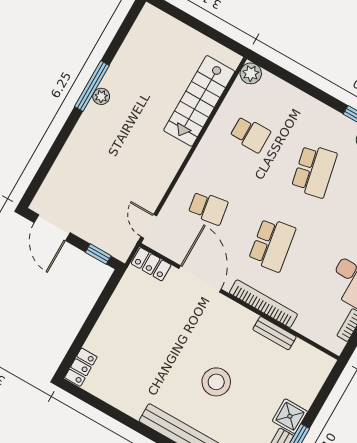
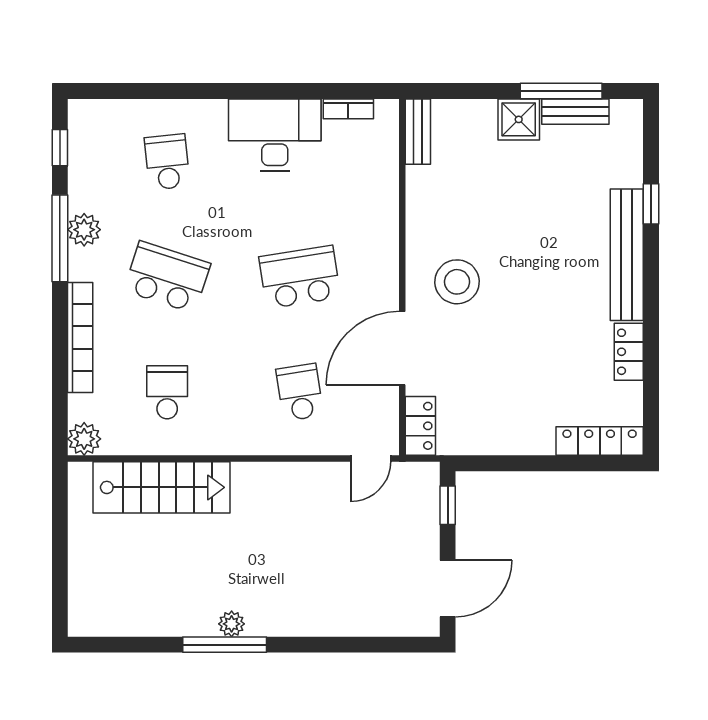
school desk: (314, 171) -> (167, 277), turned 30
bookcase: (263, 304) -> (80, 337), moved, turned 180
bench: (275, 333) -> (418, 132), moved
locker: (81, 367) -> (600, 441), width x1.53
stool: (216, 382) -> (457, 282), moved
locker: (126, 403) -> (629, 352), added

